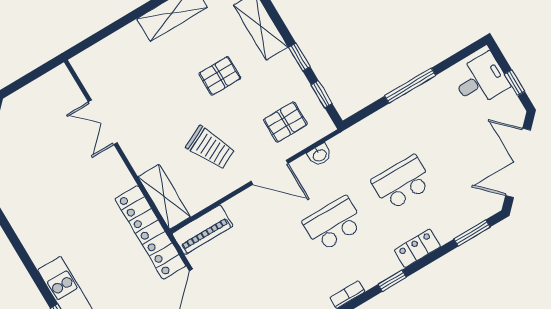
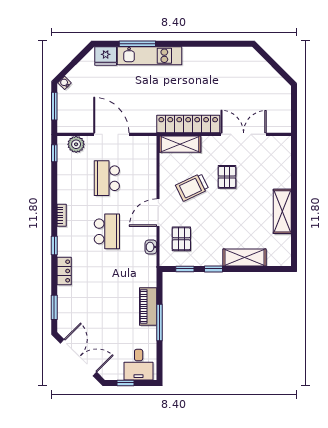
pallet: (220, 76) -> (227, 177), moved
double door: (103, 122) -> (244, 134), width x1.37
school desk: (402, 183) -> (107, 178), moved, turned 180
piano: (202, 230) -> (148, 306), moved
locker: (150, 232) -> (188, 124), moved

